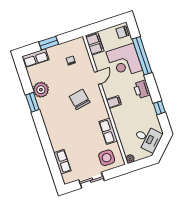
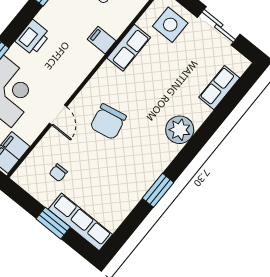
row of seats: (35, 58) -> (80, 222), width x1.48
door: (98, 78) -> (58, 115), swing flipped
plant: (41, 90) -> (180, 130), moved
filing cabinet: (114, 102) -> (102, 40), moved

